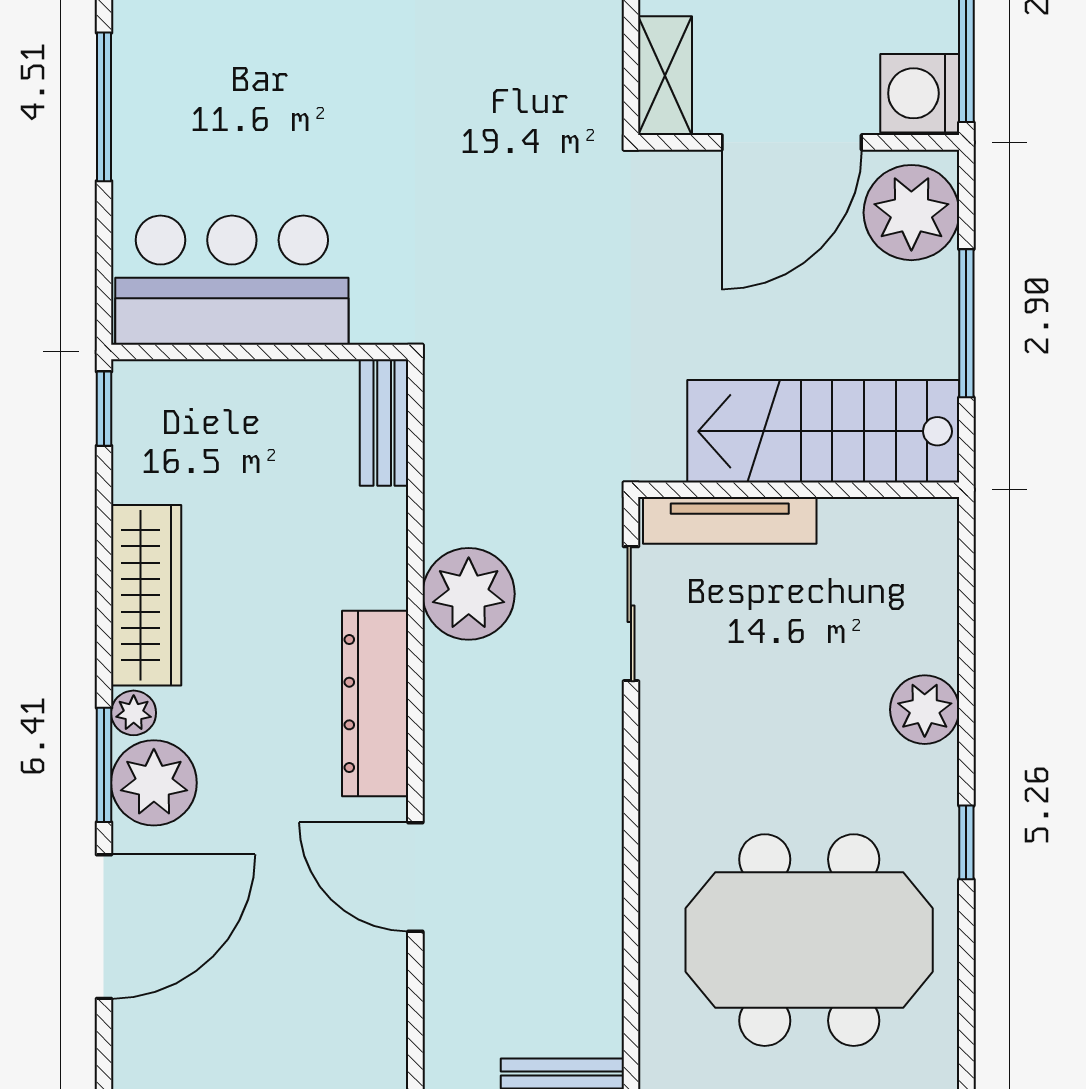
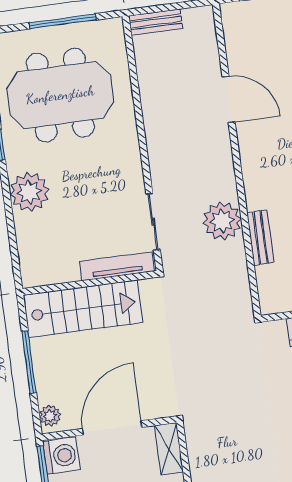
plant: (911, 213) -> (50, 416), width x0.53, depth x0.53
bench: (384, 422) -> (260, 238), moved
dresser: (375, 704) -> (255, 170), removed
plant: (925, 710) -> (29, 192), width x1.36, depth x1.36

